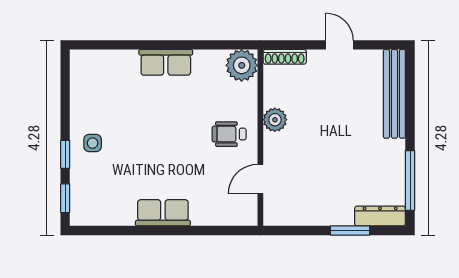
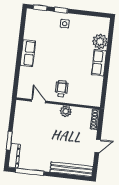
plant: (242, 65) -> (100, 41), moved

